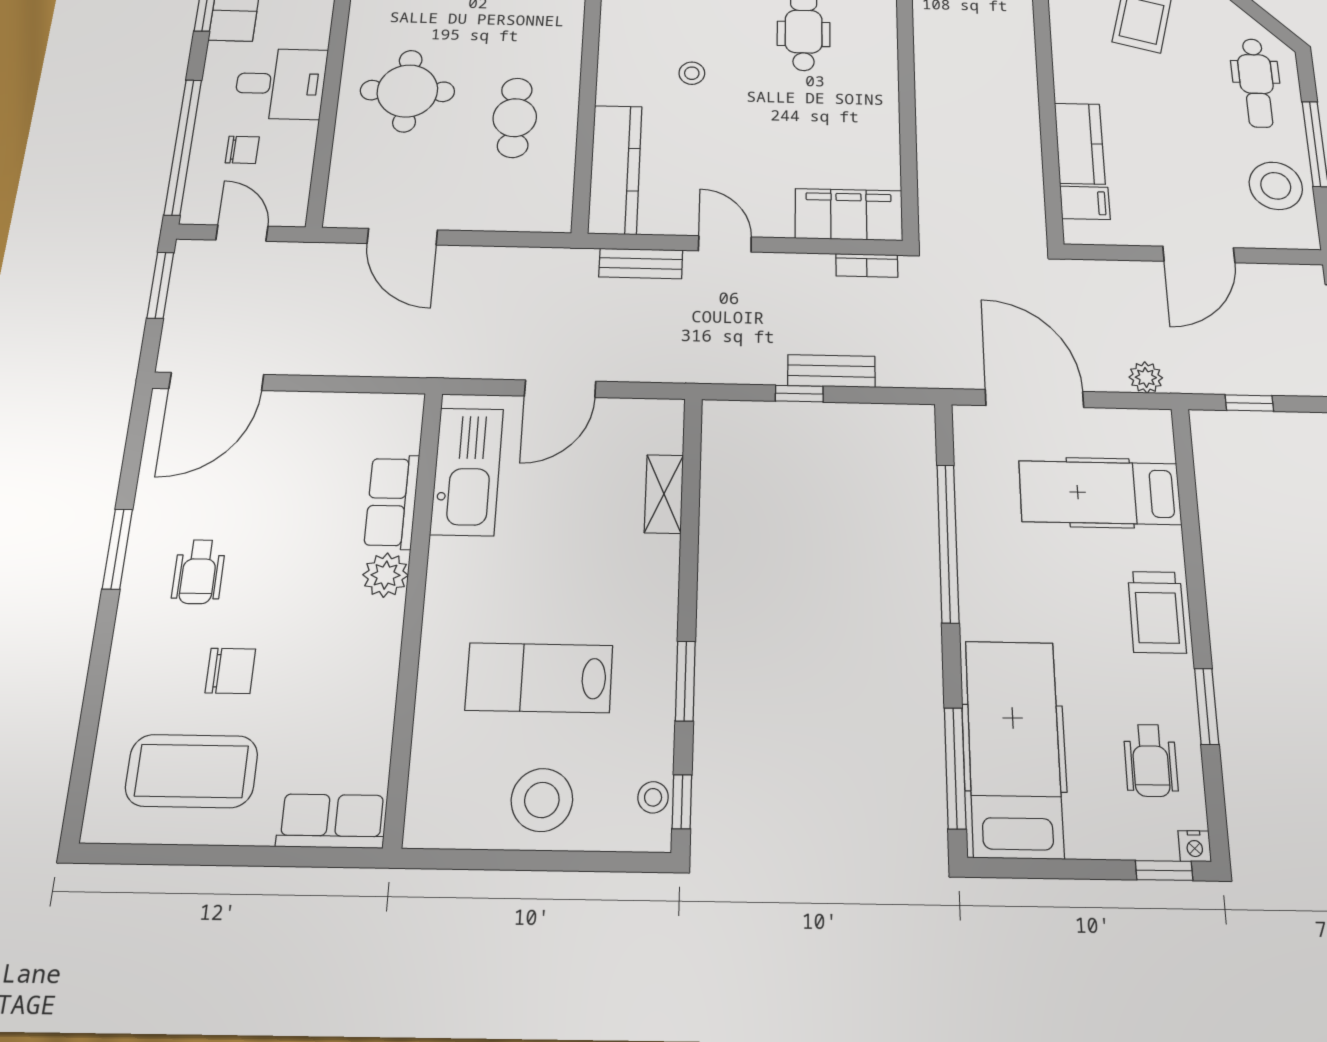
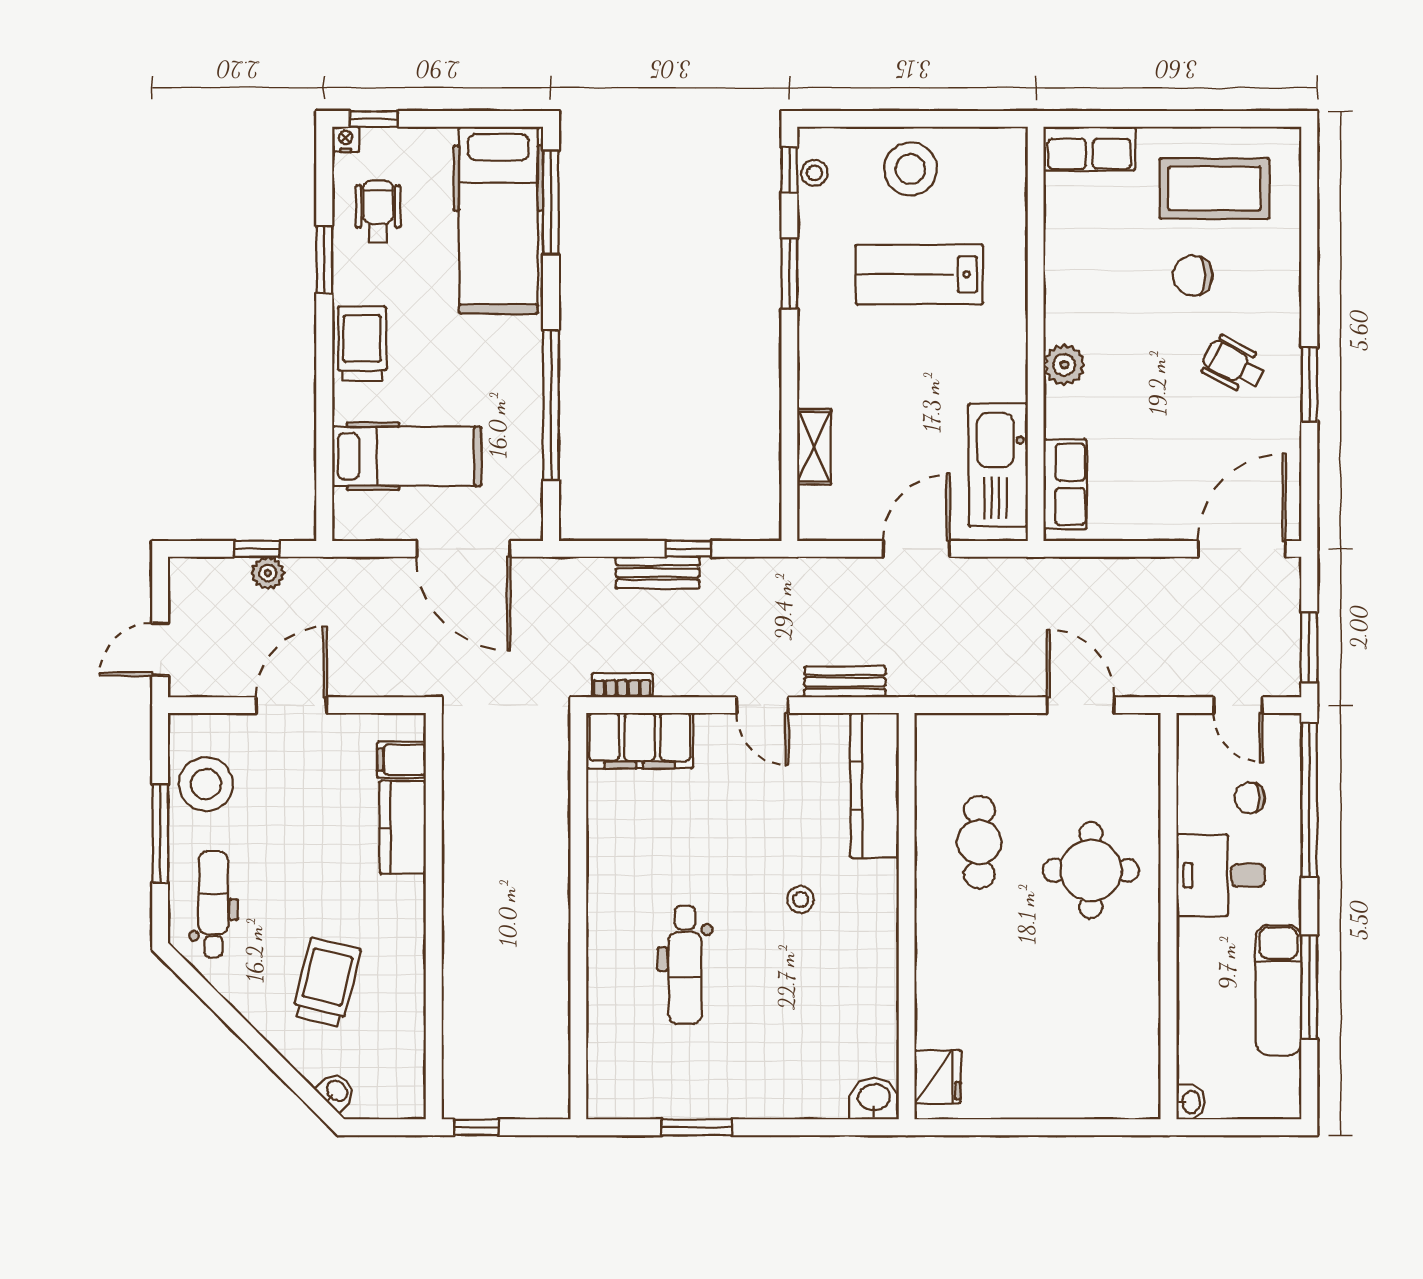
plant: (1146, 377) -> (268, 573), moved
row of seats: (392, 502) -> (1065, 484), moved
wheelchair: (199, 572) -> (1233, 365), turned -62
lab bench: (539, 678) -> (919, 274), turned 180

